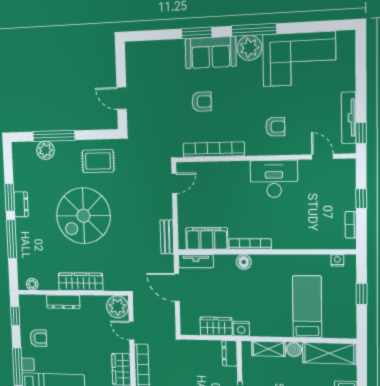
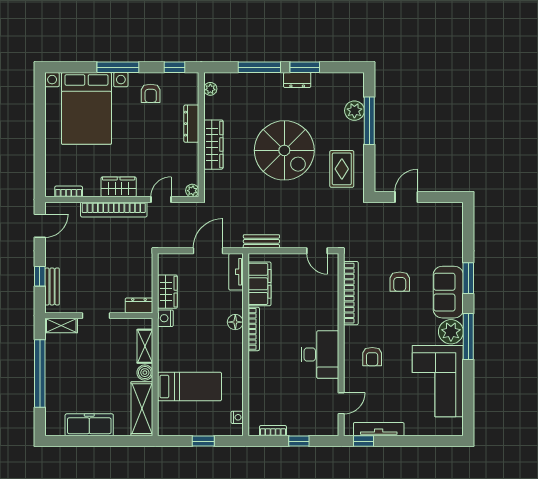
spiral stairs: (83, 216) -> (284, 150), turned 180
plant: (118, 307) -> (192, 191), width x0.53, depth x0.53

